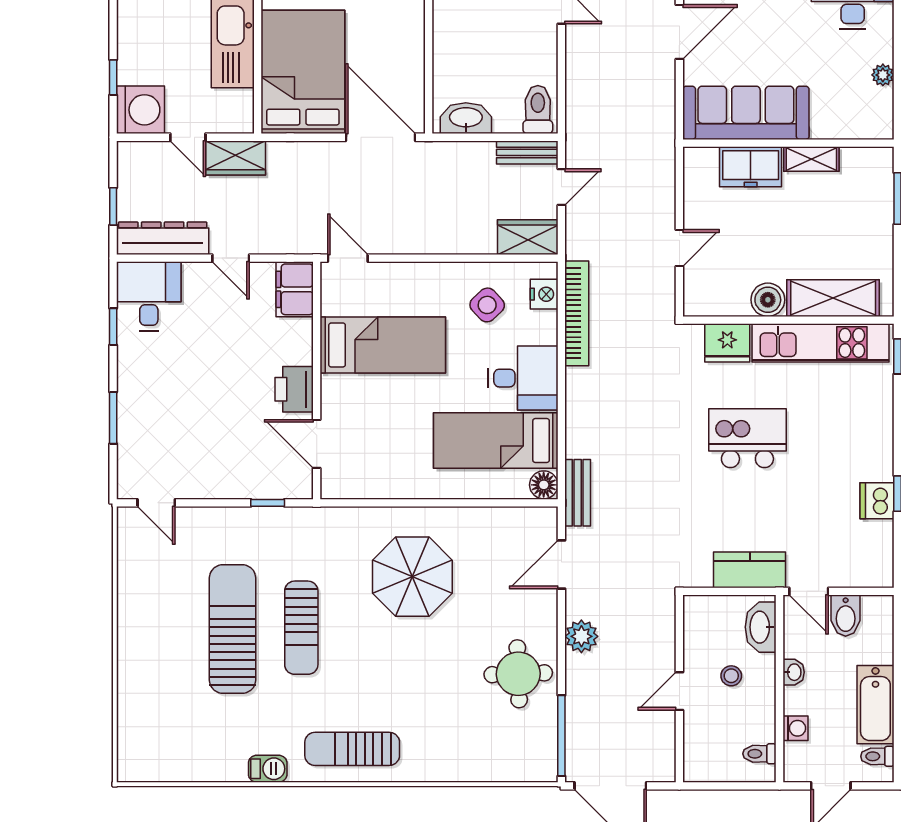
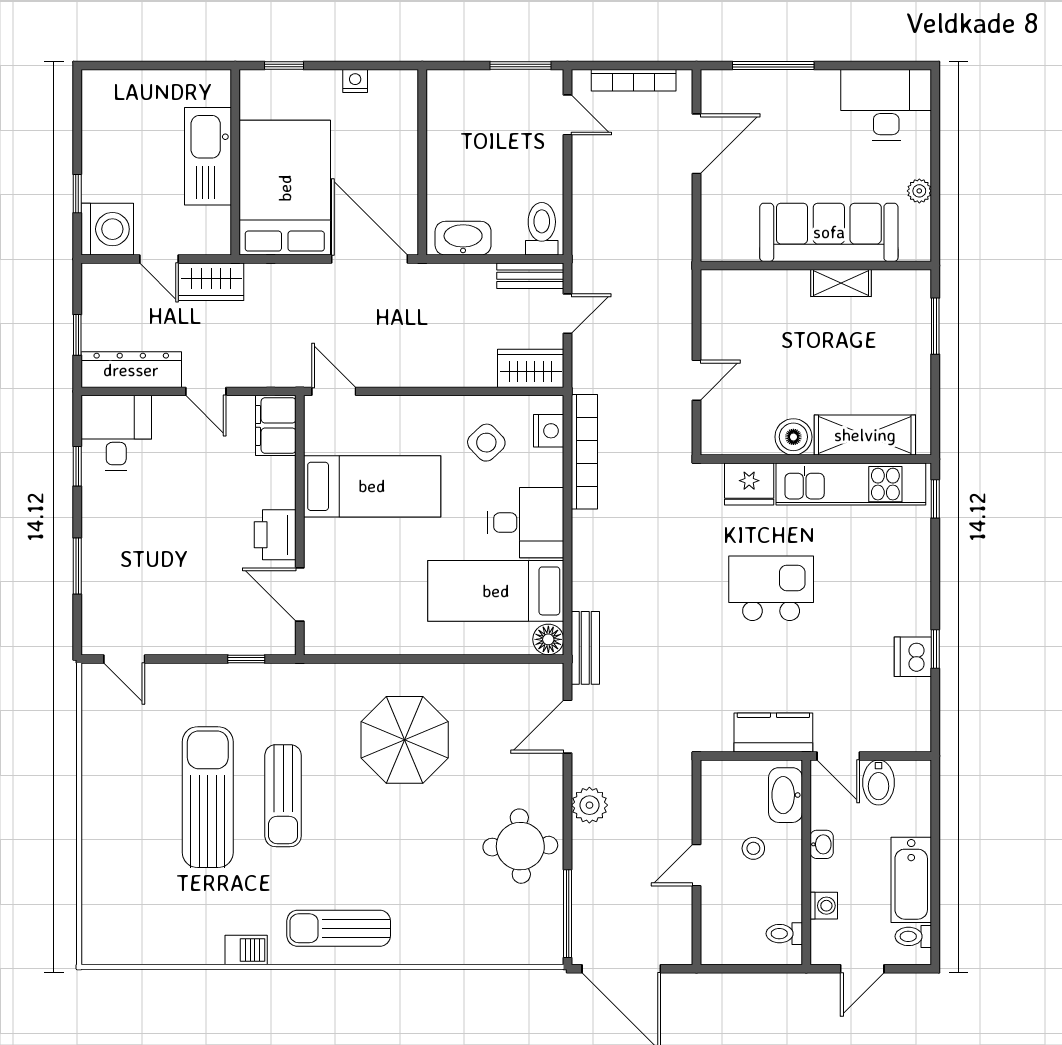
sofa: (746, 113) -> (829, 232), moved
freezer: (751, 167) -> (775, 291), removed

